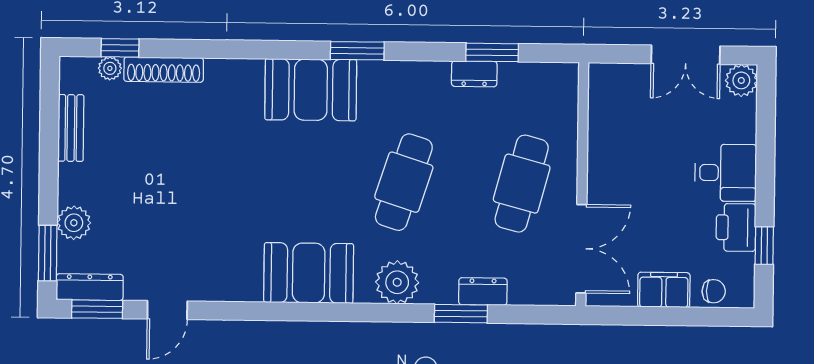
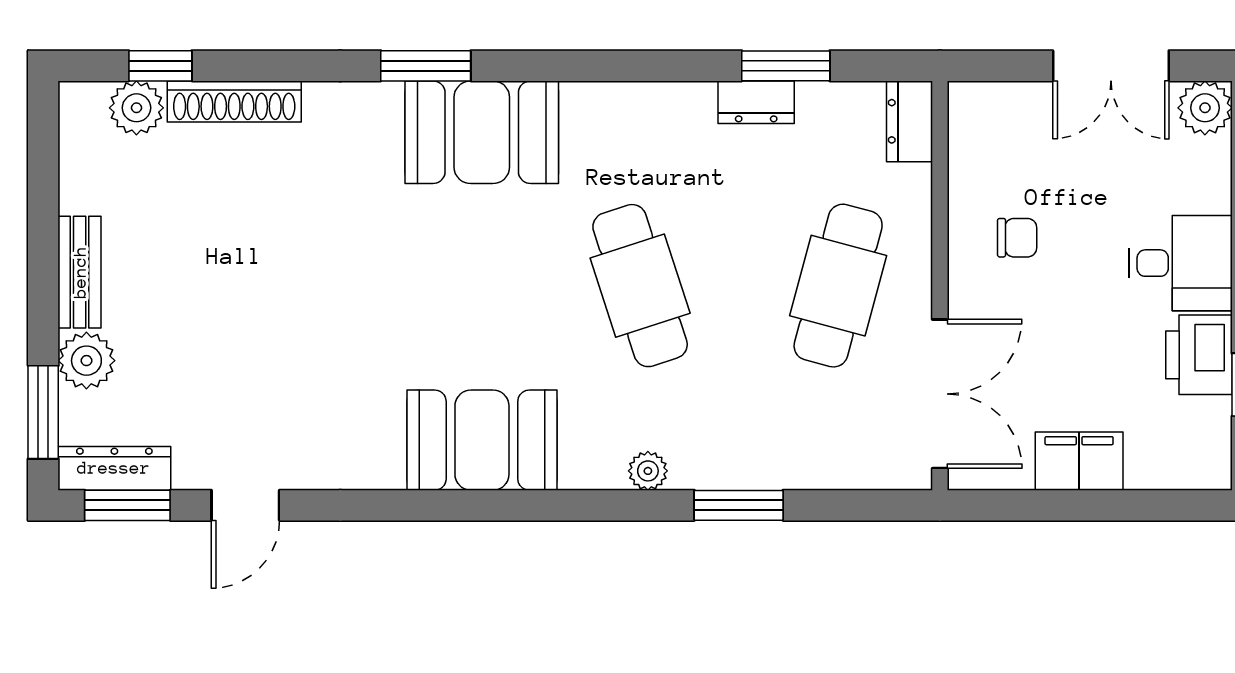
window: (357, 51) -> (426, 66), moved
plant: (110, 68) -> (136, 108), width x1.38, depth x1.38
bench: (71, 128) -> (80, 272), moved
cafe table: (404, 182) -> (640, 286), turned -36
plant: (397, 282) -> (648, 471), width x0.53, depth x0.53
dresser: (483, 291) -> (910, 121), moved, turned -90
chair: (714, 291) -> (1017, 238), moved

